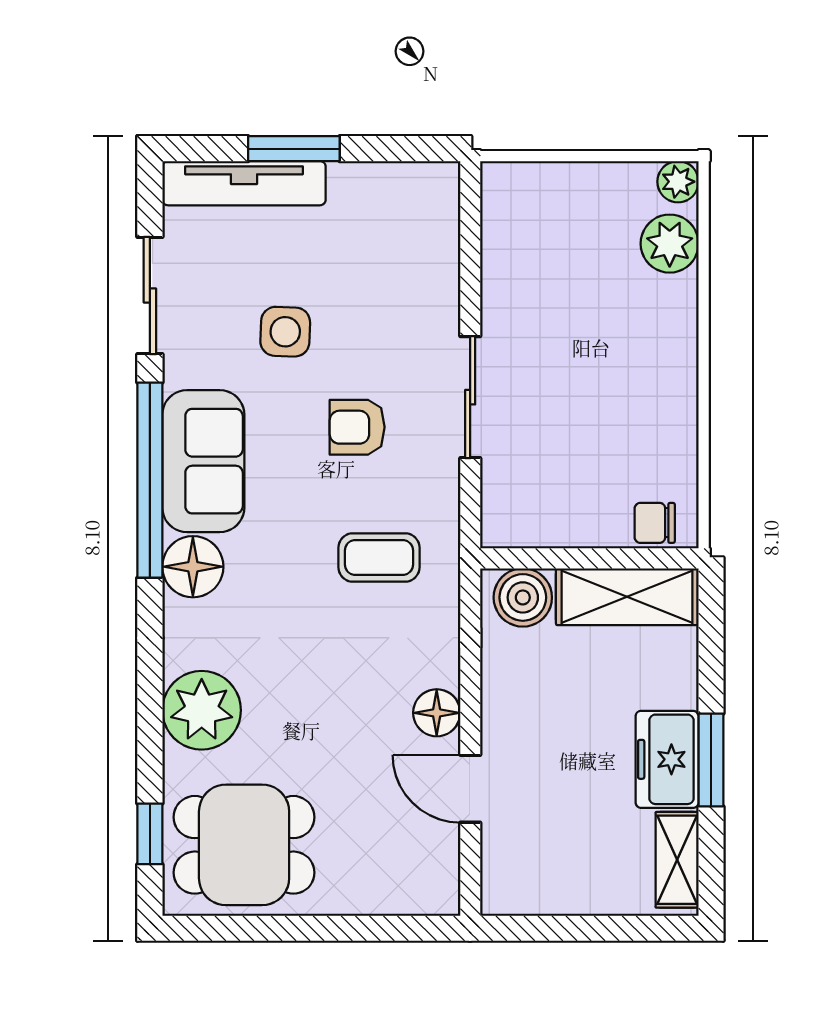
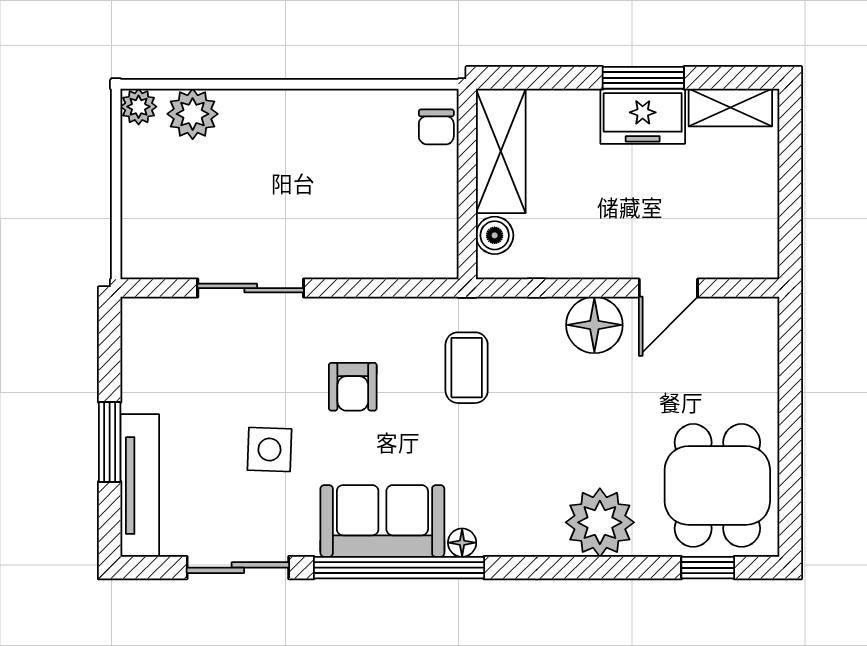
sliding door: (470, 397) -> (251, 288), moved
floor lamp: (193, 567) -> (462, 543), width x0.53, depth x0.53
boiler: (523, 597) -> (495, 235), width x0.73, depth x0.73
floor lamp: (437, 713) -> (594, 325), width x1.38, depth x1.38

